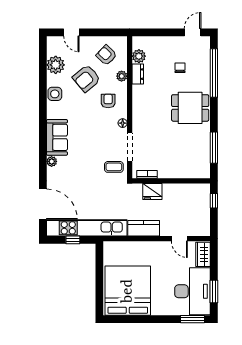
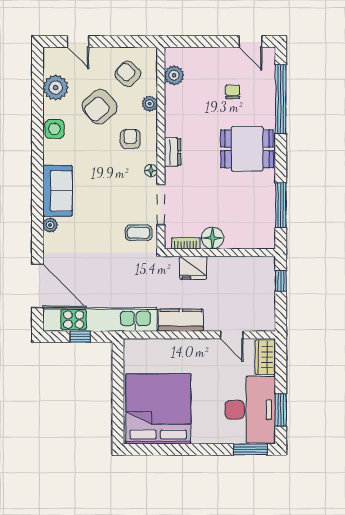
door: (193, 32) -> (250, 41), swing flipped
dresser: (138, 74) -> (173, 152), moved
floor lamp: (166, 171) -> (213, 238), added

